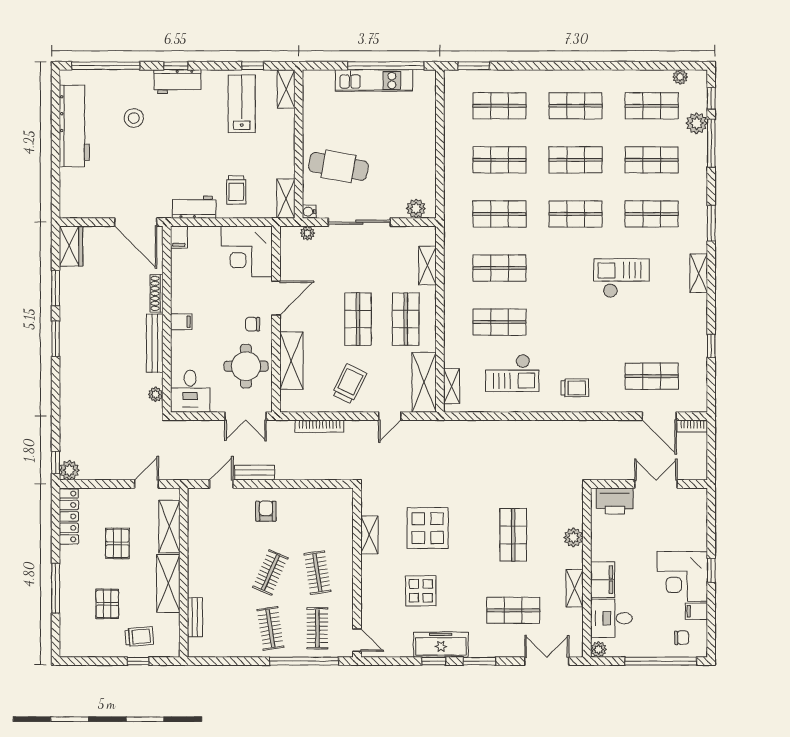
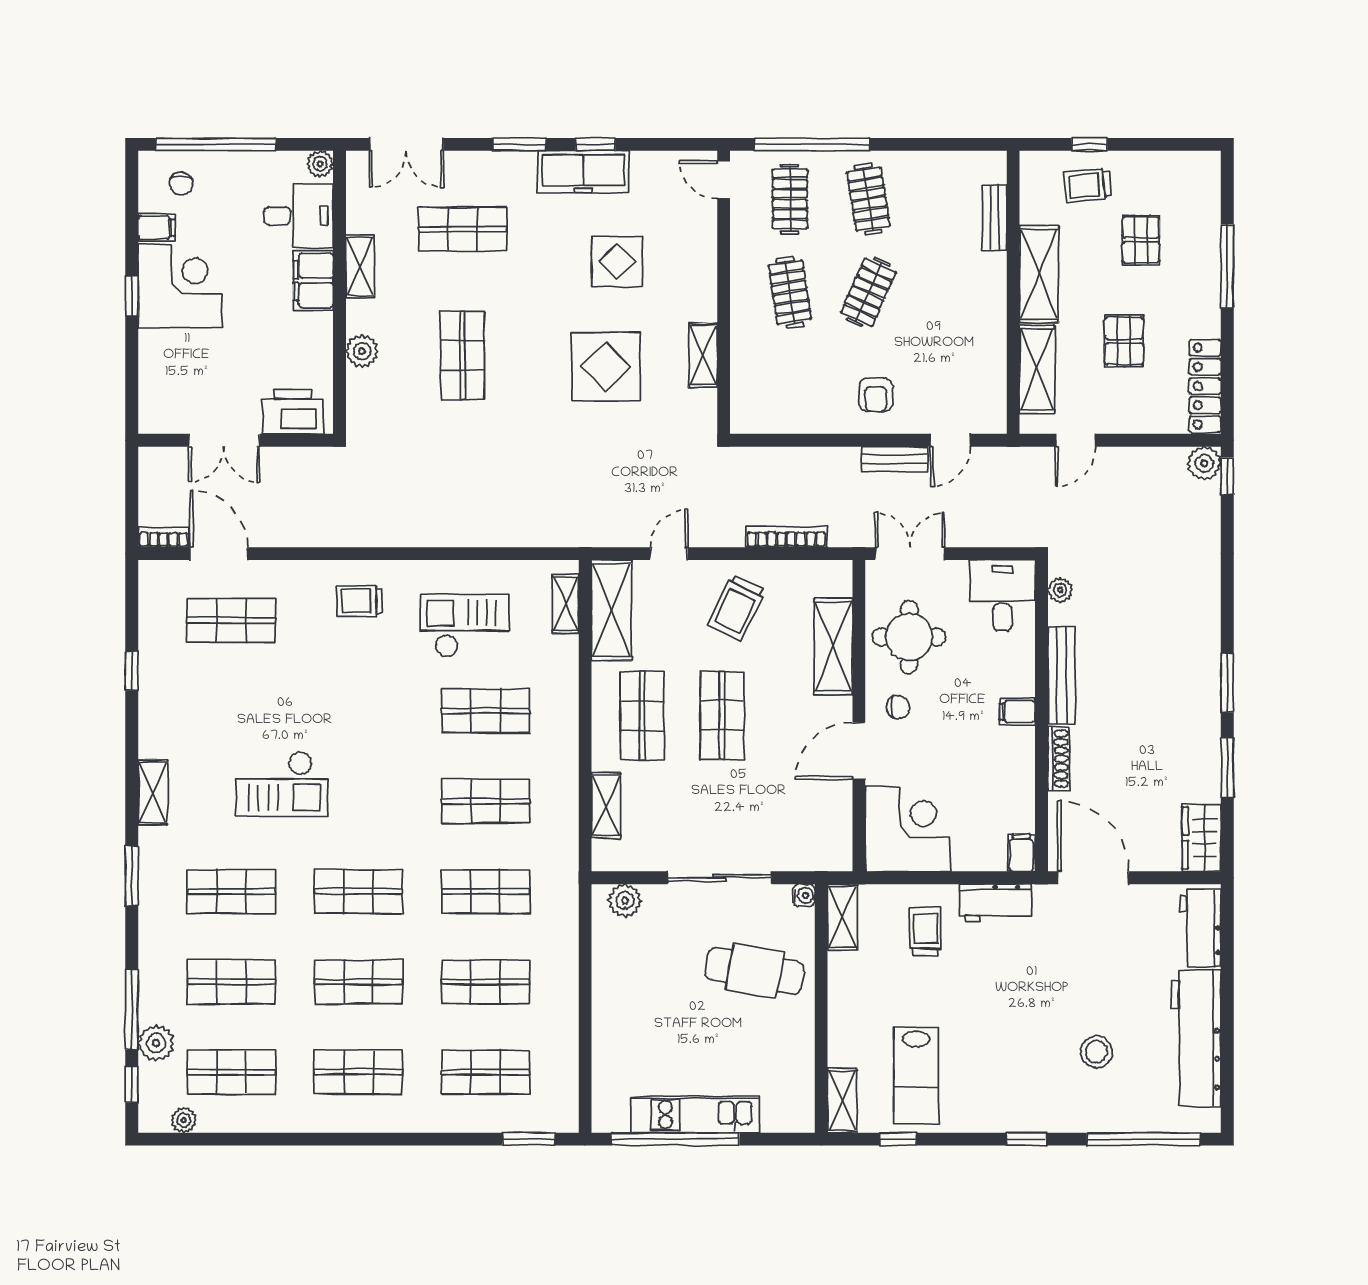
workbench: (177, 82) -> (1201, 928), moved, turned -90
plant: (307, 233) -> (806, 860), removed
chair: (682, 638) -> (181, 183), turned -88

